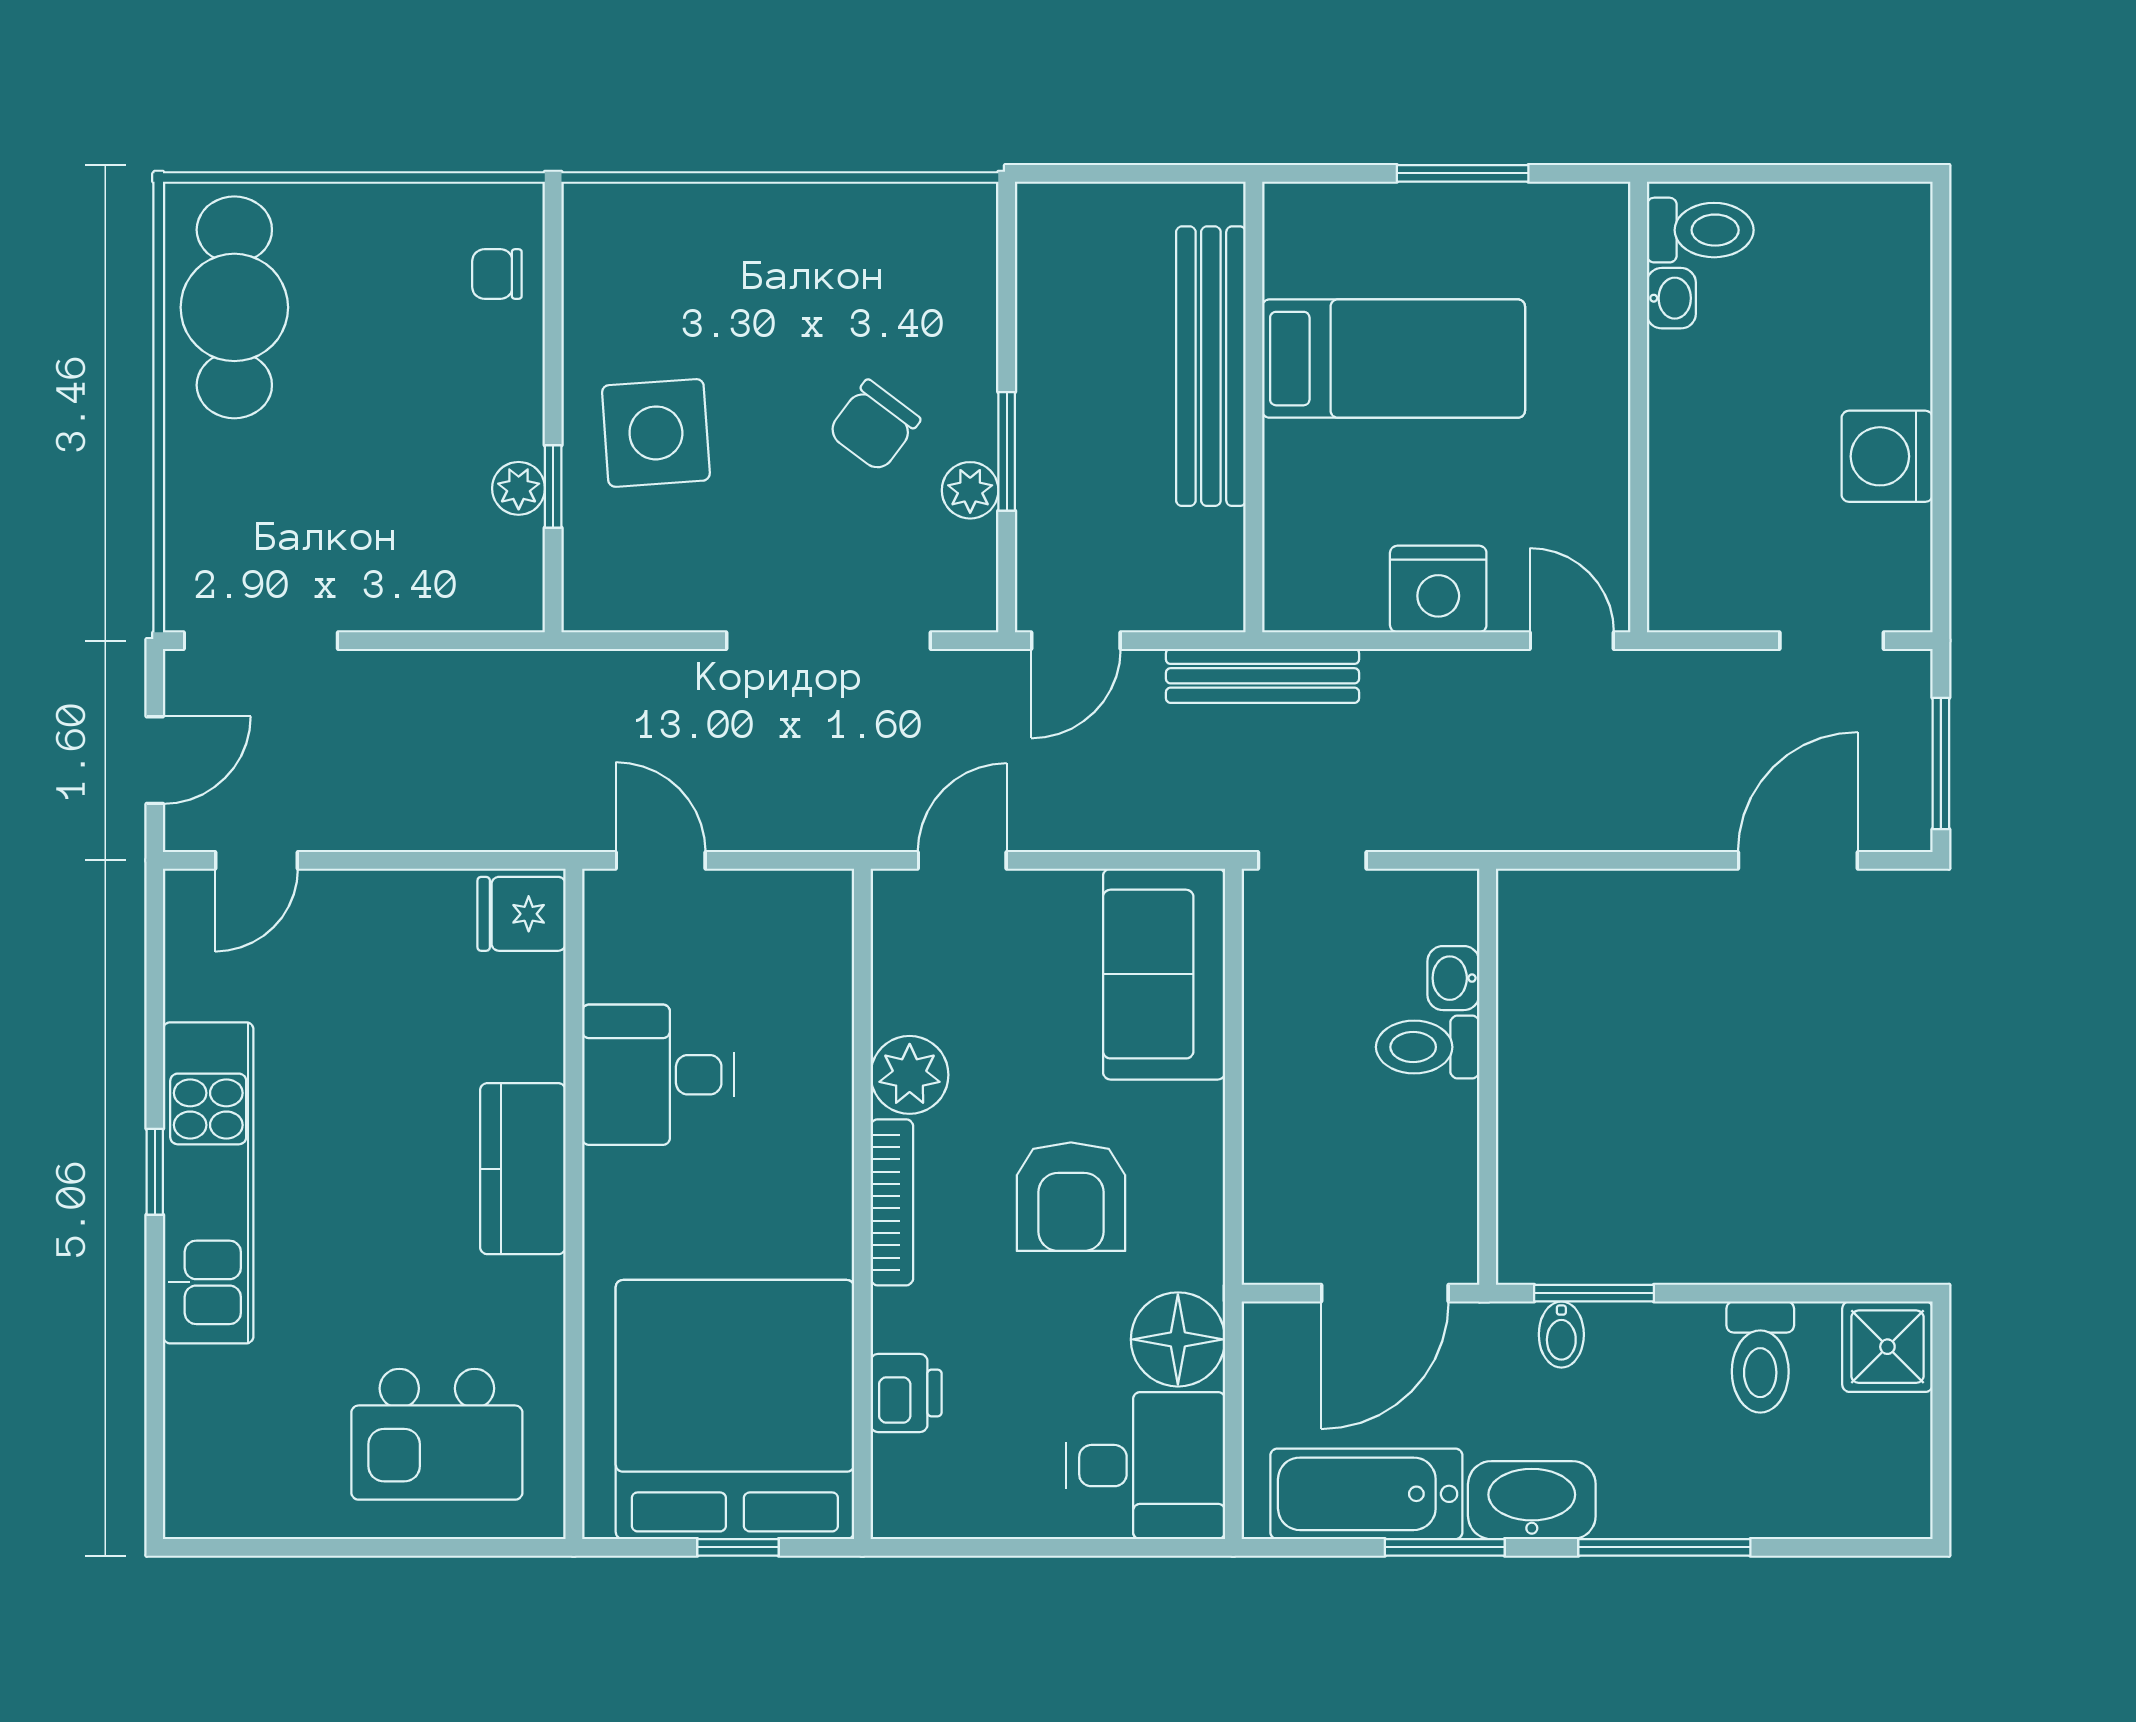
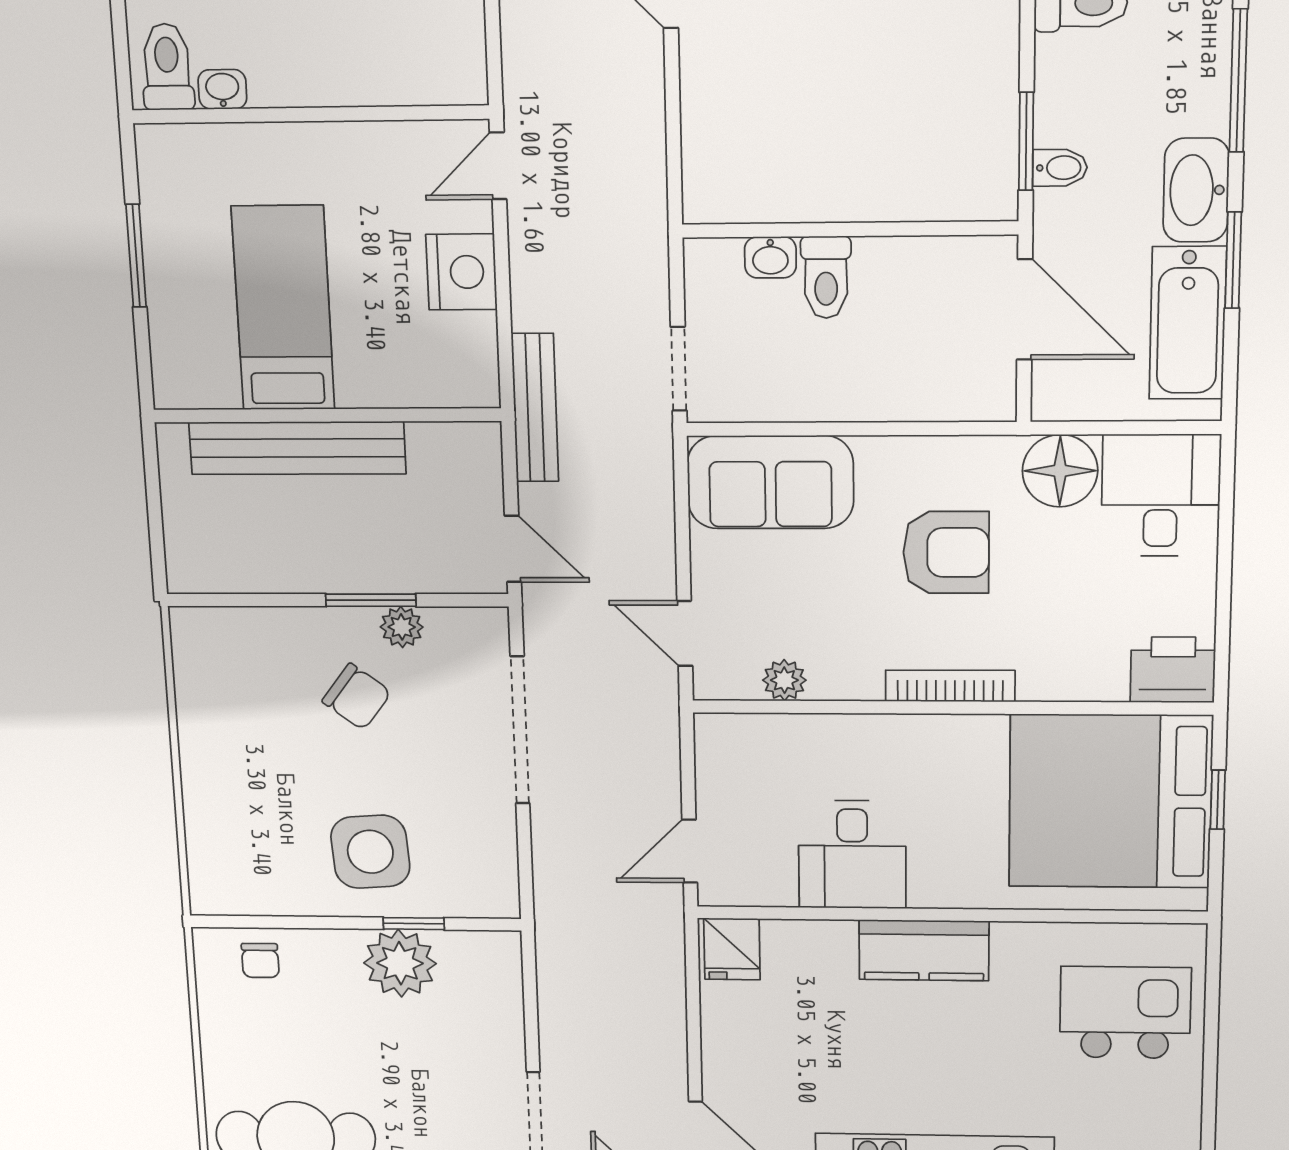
plant: (519, 488) -> (400, 963), width x1.88, depth x1.88
plant: (910, 1075) -> (784, 680), moved, width x0.73, depth x0.73
printer: (906, 1393) -> (1173, 670), moved, width x1.36, depth x1.24
kitchen island: (437, 1434) -> (1125, 1013), turned -90

